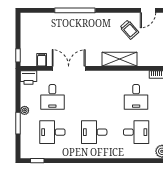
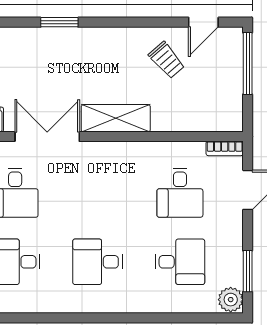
window: (75, 10) -> (59, 22), width x0.47
shelving: (119, 59) -> (116, 118), moved

